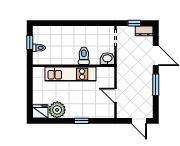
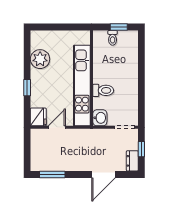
kitchen unit: (70, 74) -> (82, 86), width x1.36
window: (156, 85) -> (52, 174), moved
fridge: (40, 111) -> (38, 117), moved
door: (139, 121) -> (27, 155), removed

